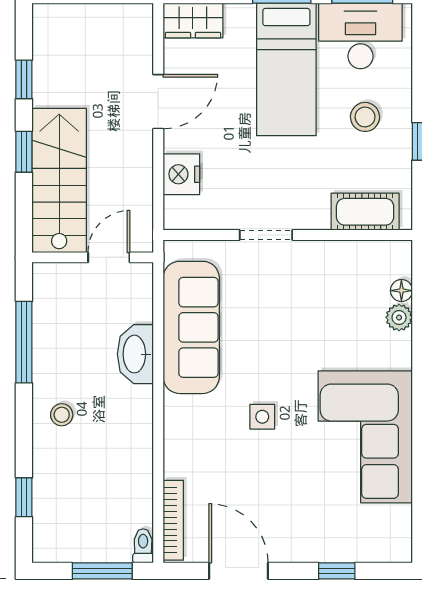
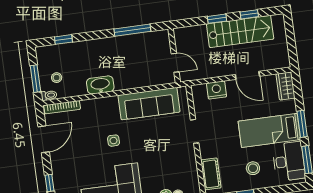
stairs: (59, 181) -> (240, 31), moved
washbasin: (135, 354) -> (100, 85), moved
stool: (62, 415) -> (57, 78), moved

